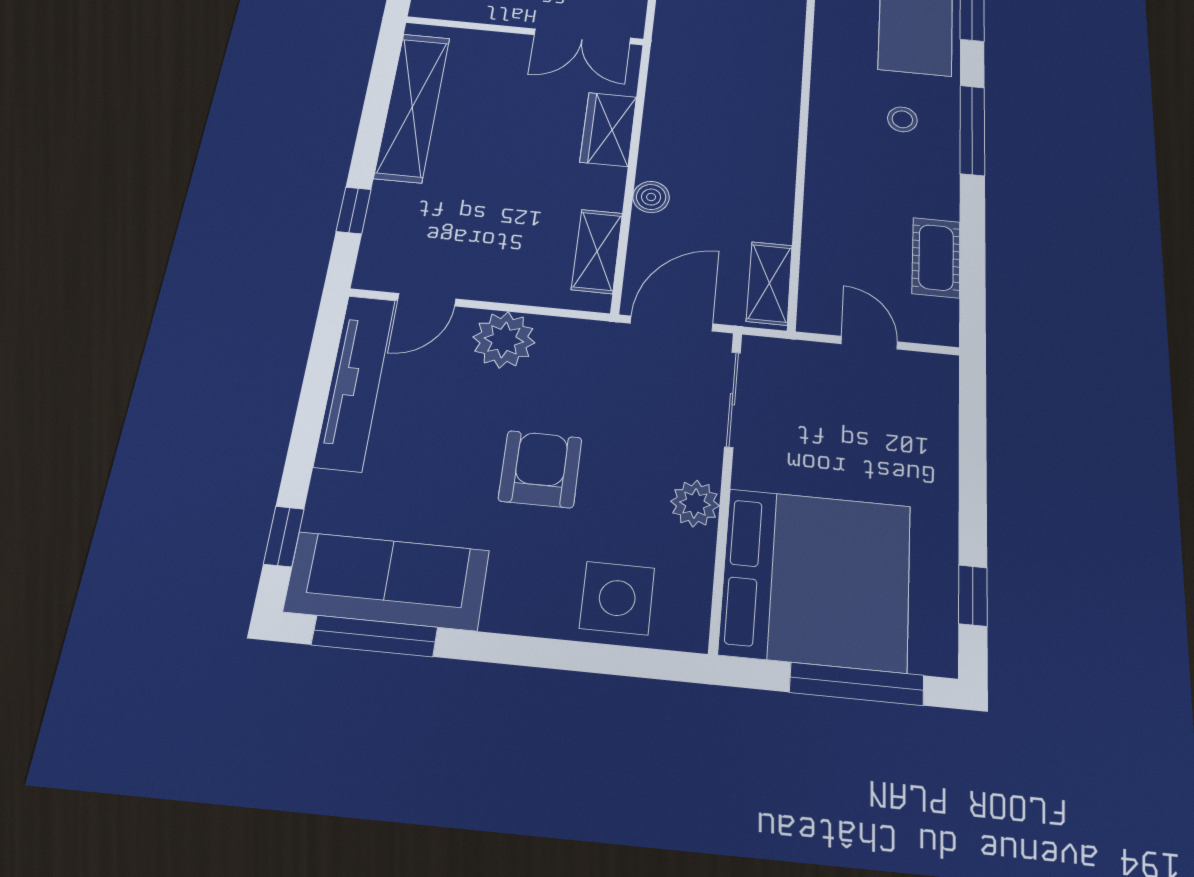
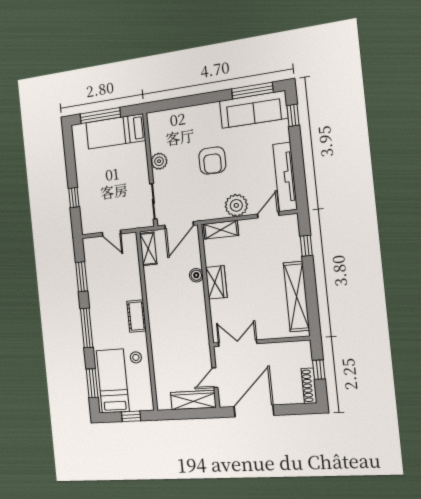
stool: (902, 119) -> (136, 357), moved
wardrobe: (608, 129) -> (216, 282), moved
shelving: (597, 251) -> (221, 230), moved, turned 90
window: (972, 251) -> (82, 277), added
cot: (936, 257) -> (137, 316), moved
bed: (816, 579) -> (116, 131), width x0.49
window: (973, 596) -> (74, 198), moved
side table: (617, 598) -> (178, 123), removed

